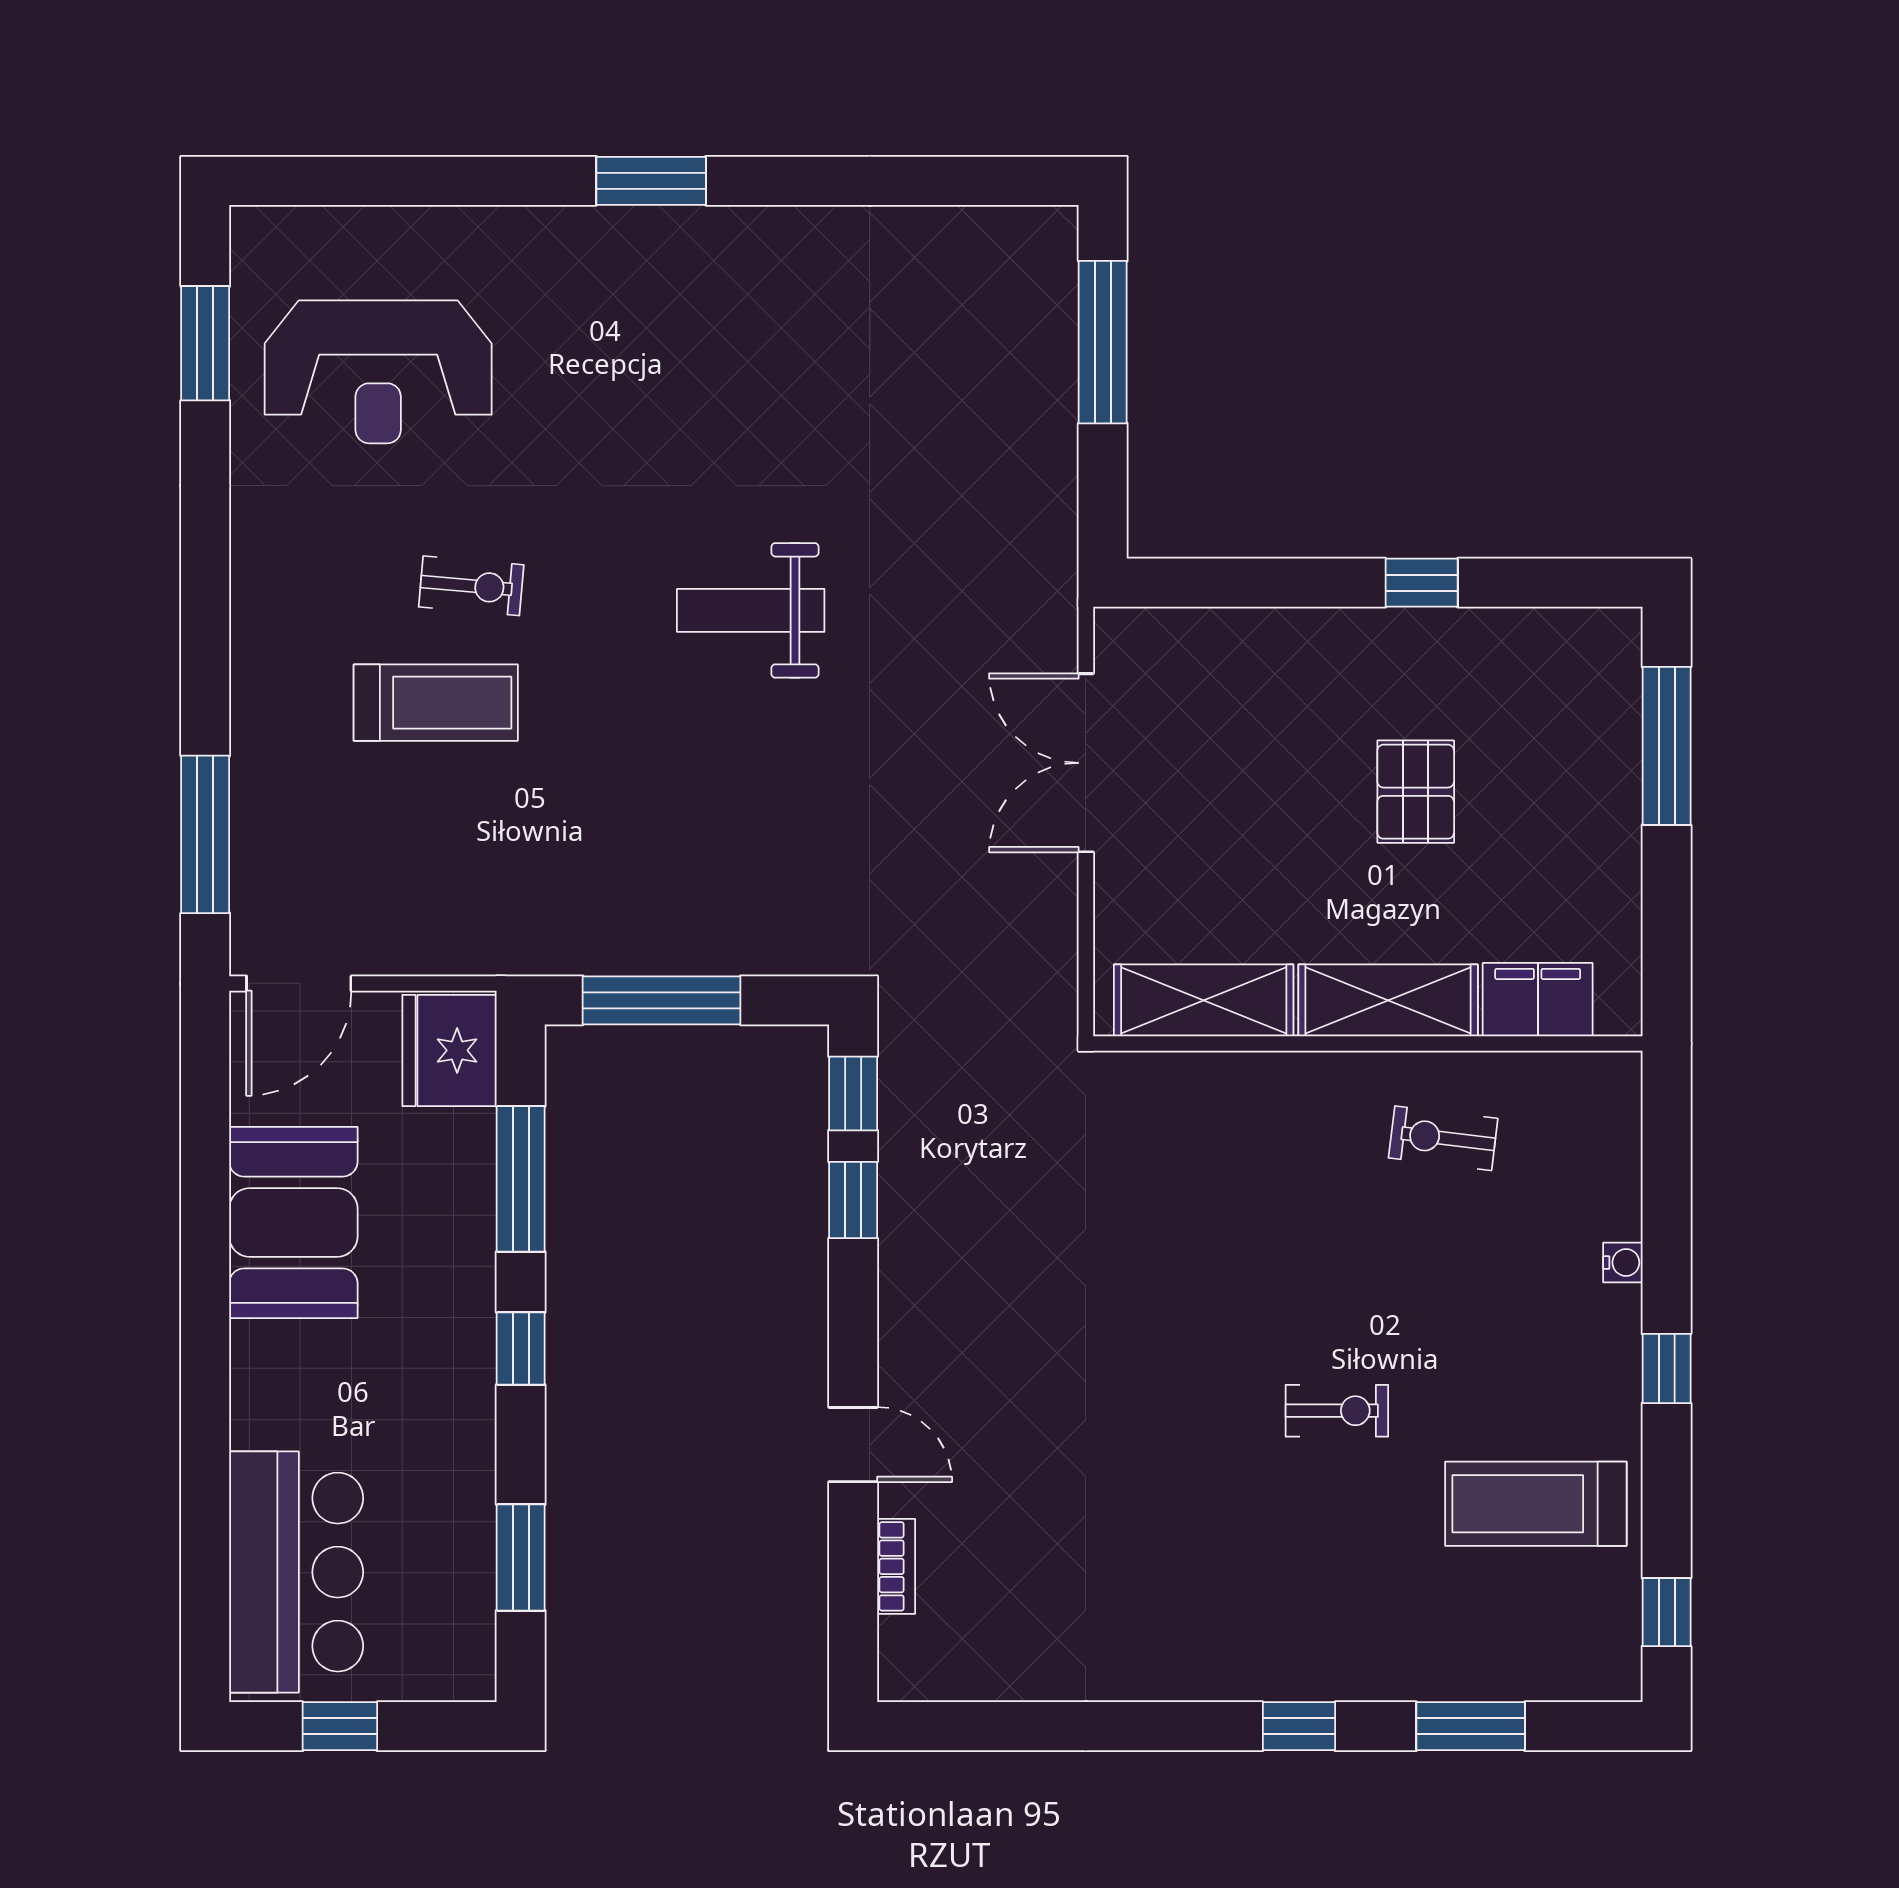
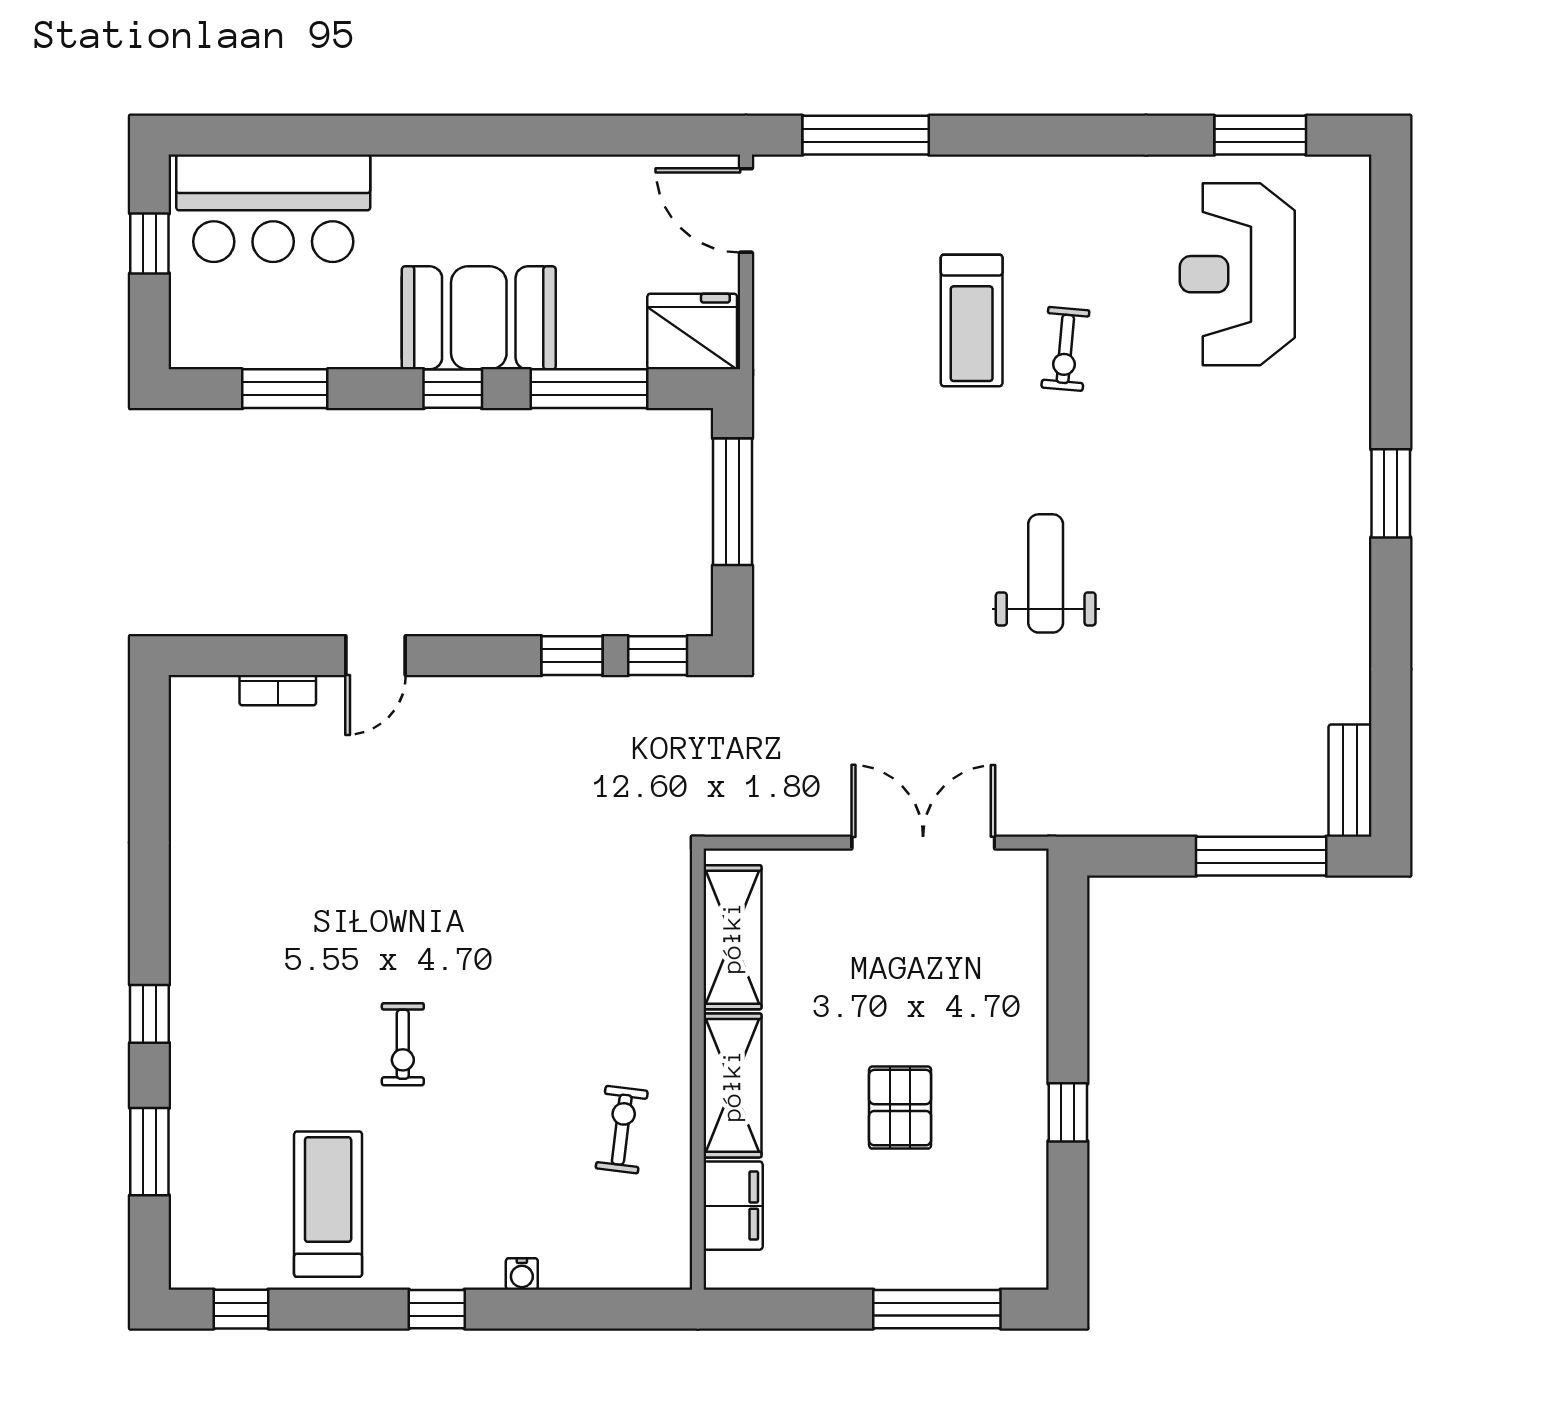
bench: (1009, 232) -> (1350, 781), added
pallet: (1416, 792) -> (900, 1108), turned 90
booth: (293, 1222) -> (479, 318), moved

